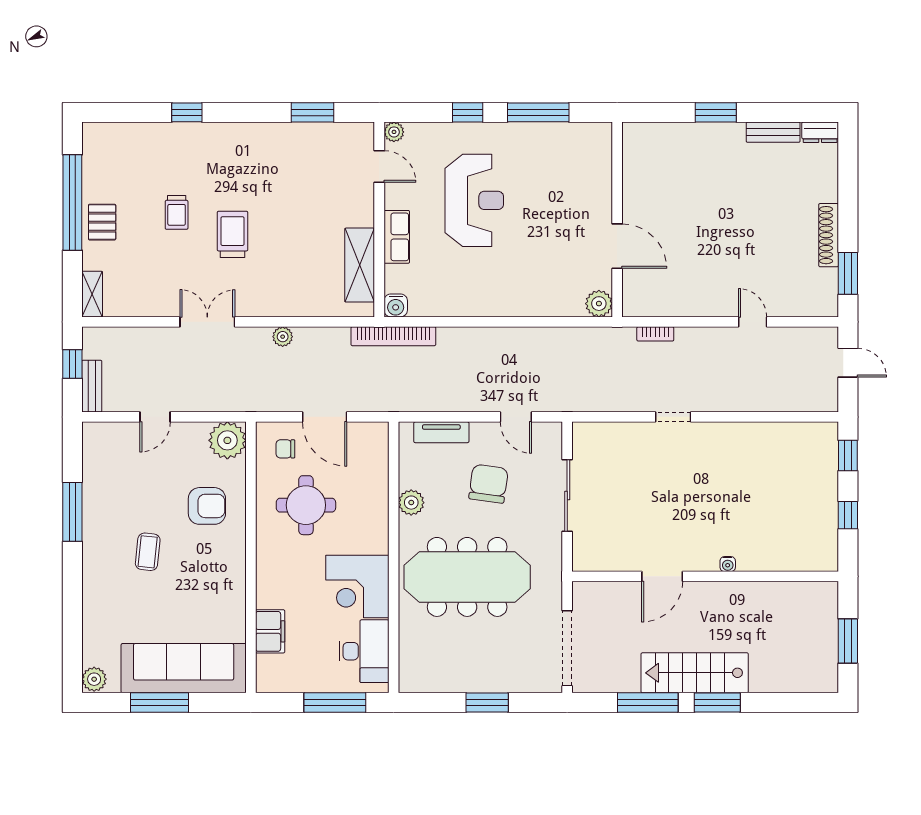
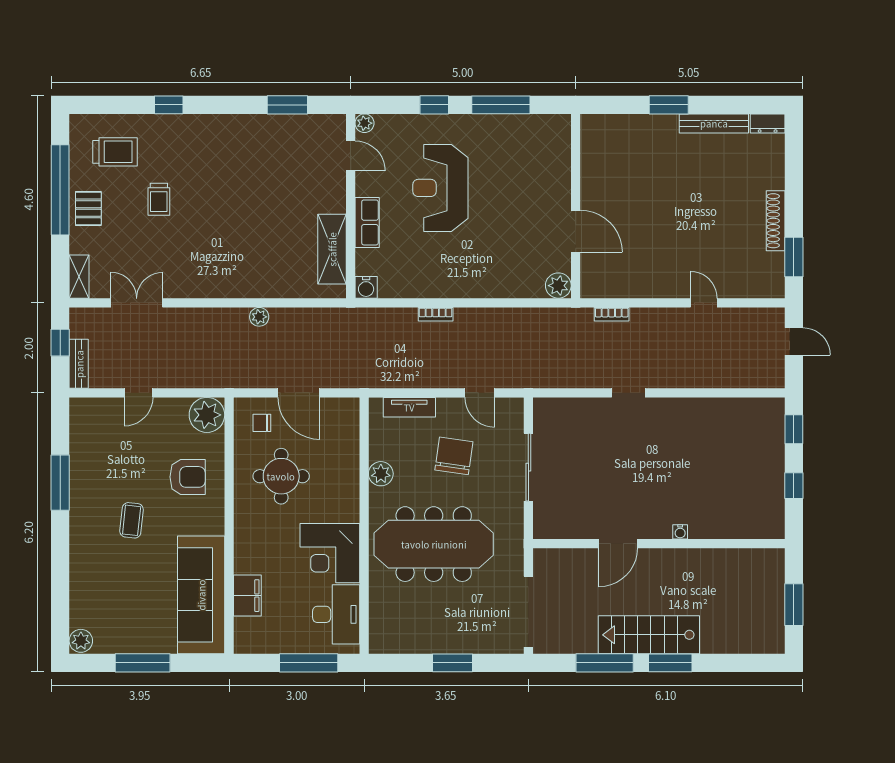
bench: (773, 132) -> (714, 123), width x1.36
reception desk: (474, 200) -> (440, 188), turned 180
trolley: (232, 234) -> (115, 152), moved, turned 90
double door: (207, 322) -> (137, 303), moved
bookcase: (393, 336) -> (436, 314), moved, width x0.43, depth x0.76
sofa: (184, 668) -> (201, 595), moved, turned -90

